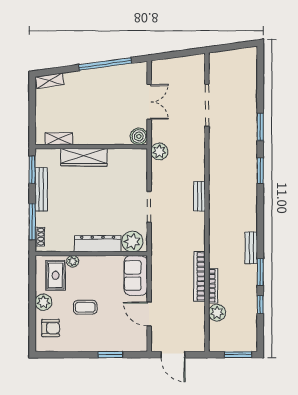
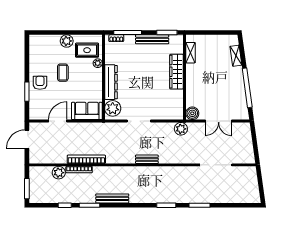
shelving: (50, 81) -> (236, 56), moved
bench: (251, 248) -> (112, 198), width x1.36
armchair: (51, 328) -> (40, 83), moved, turned 180

